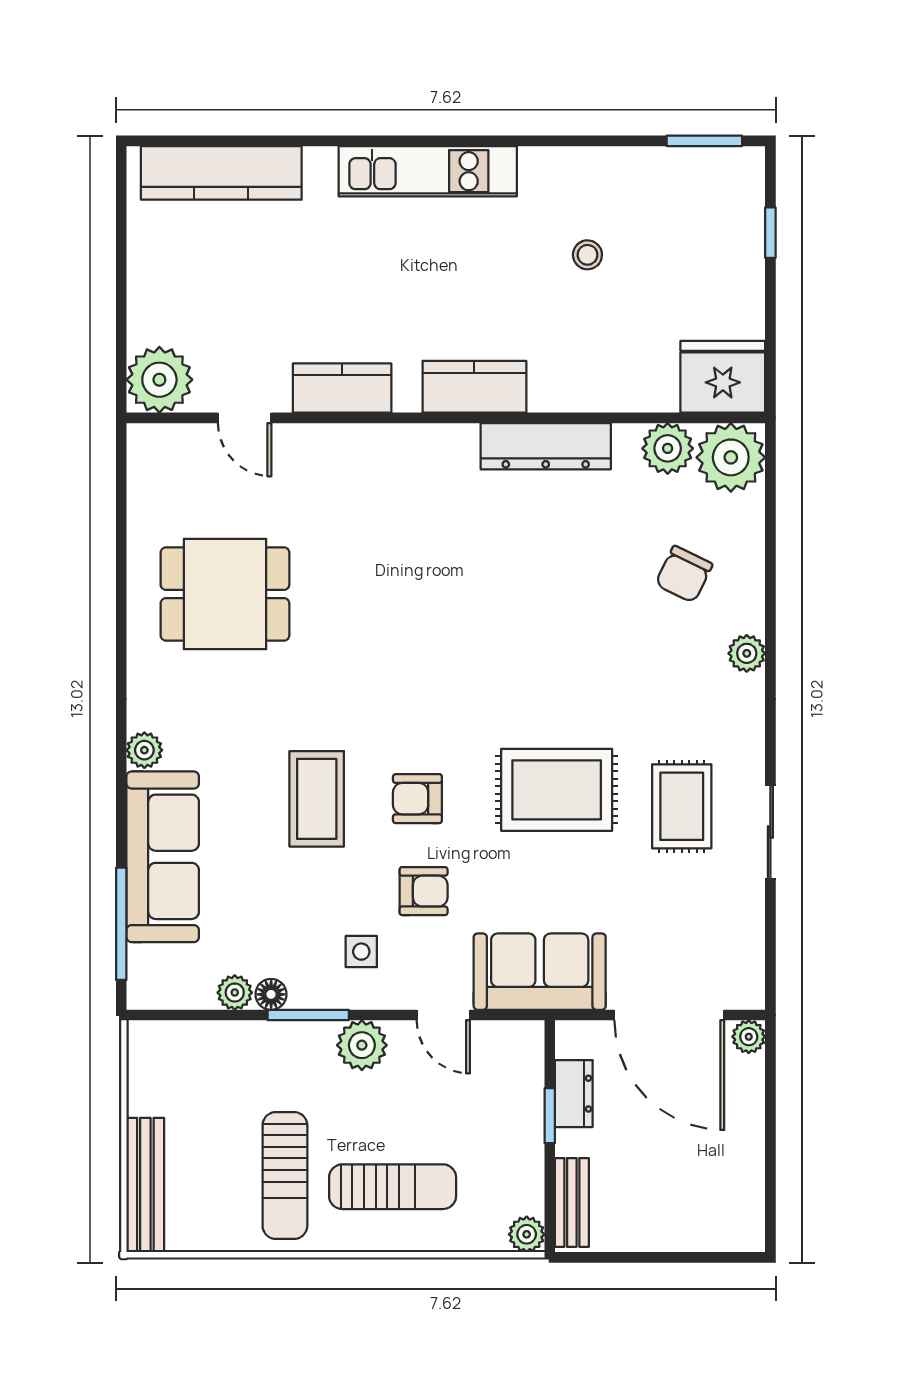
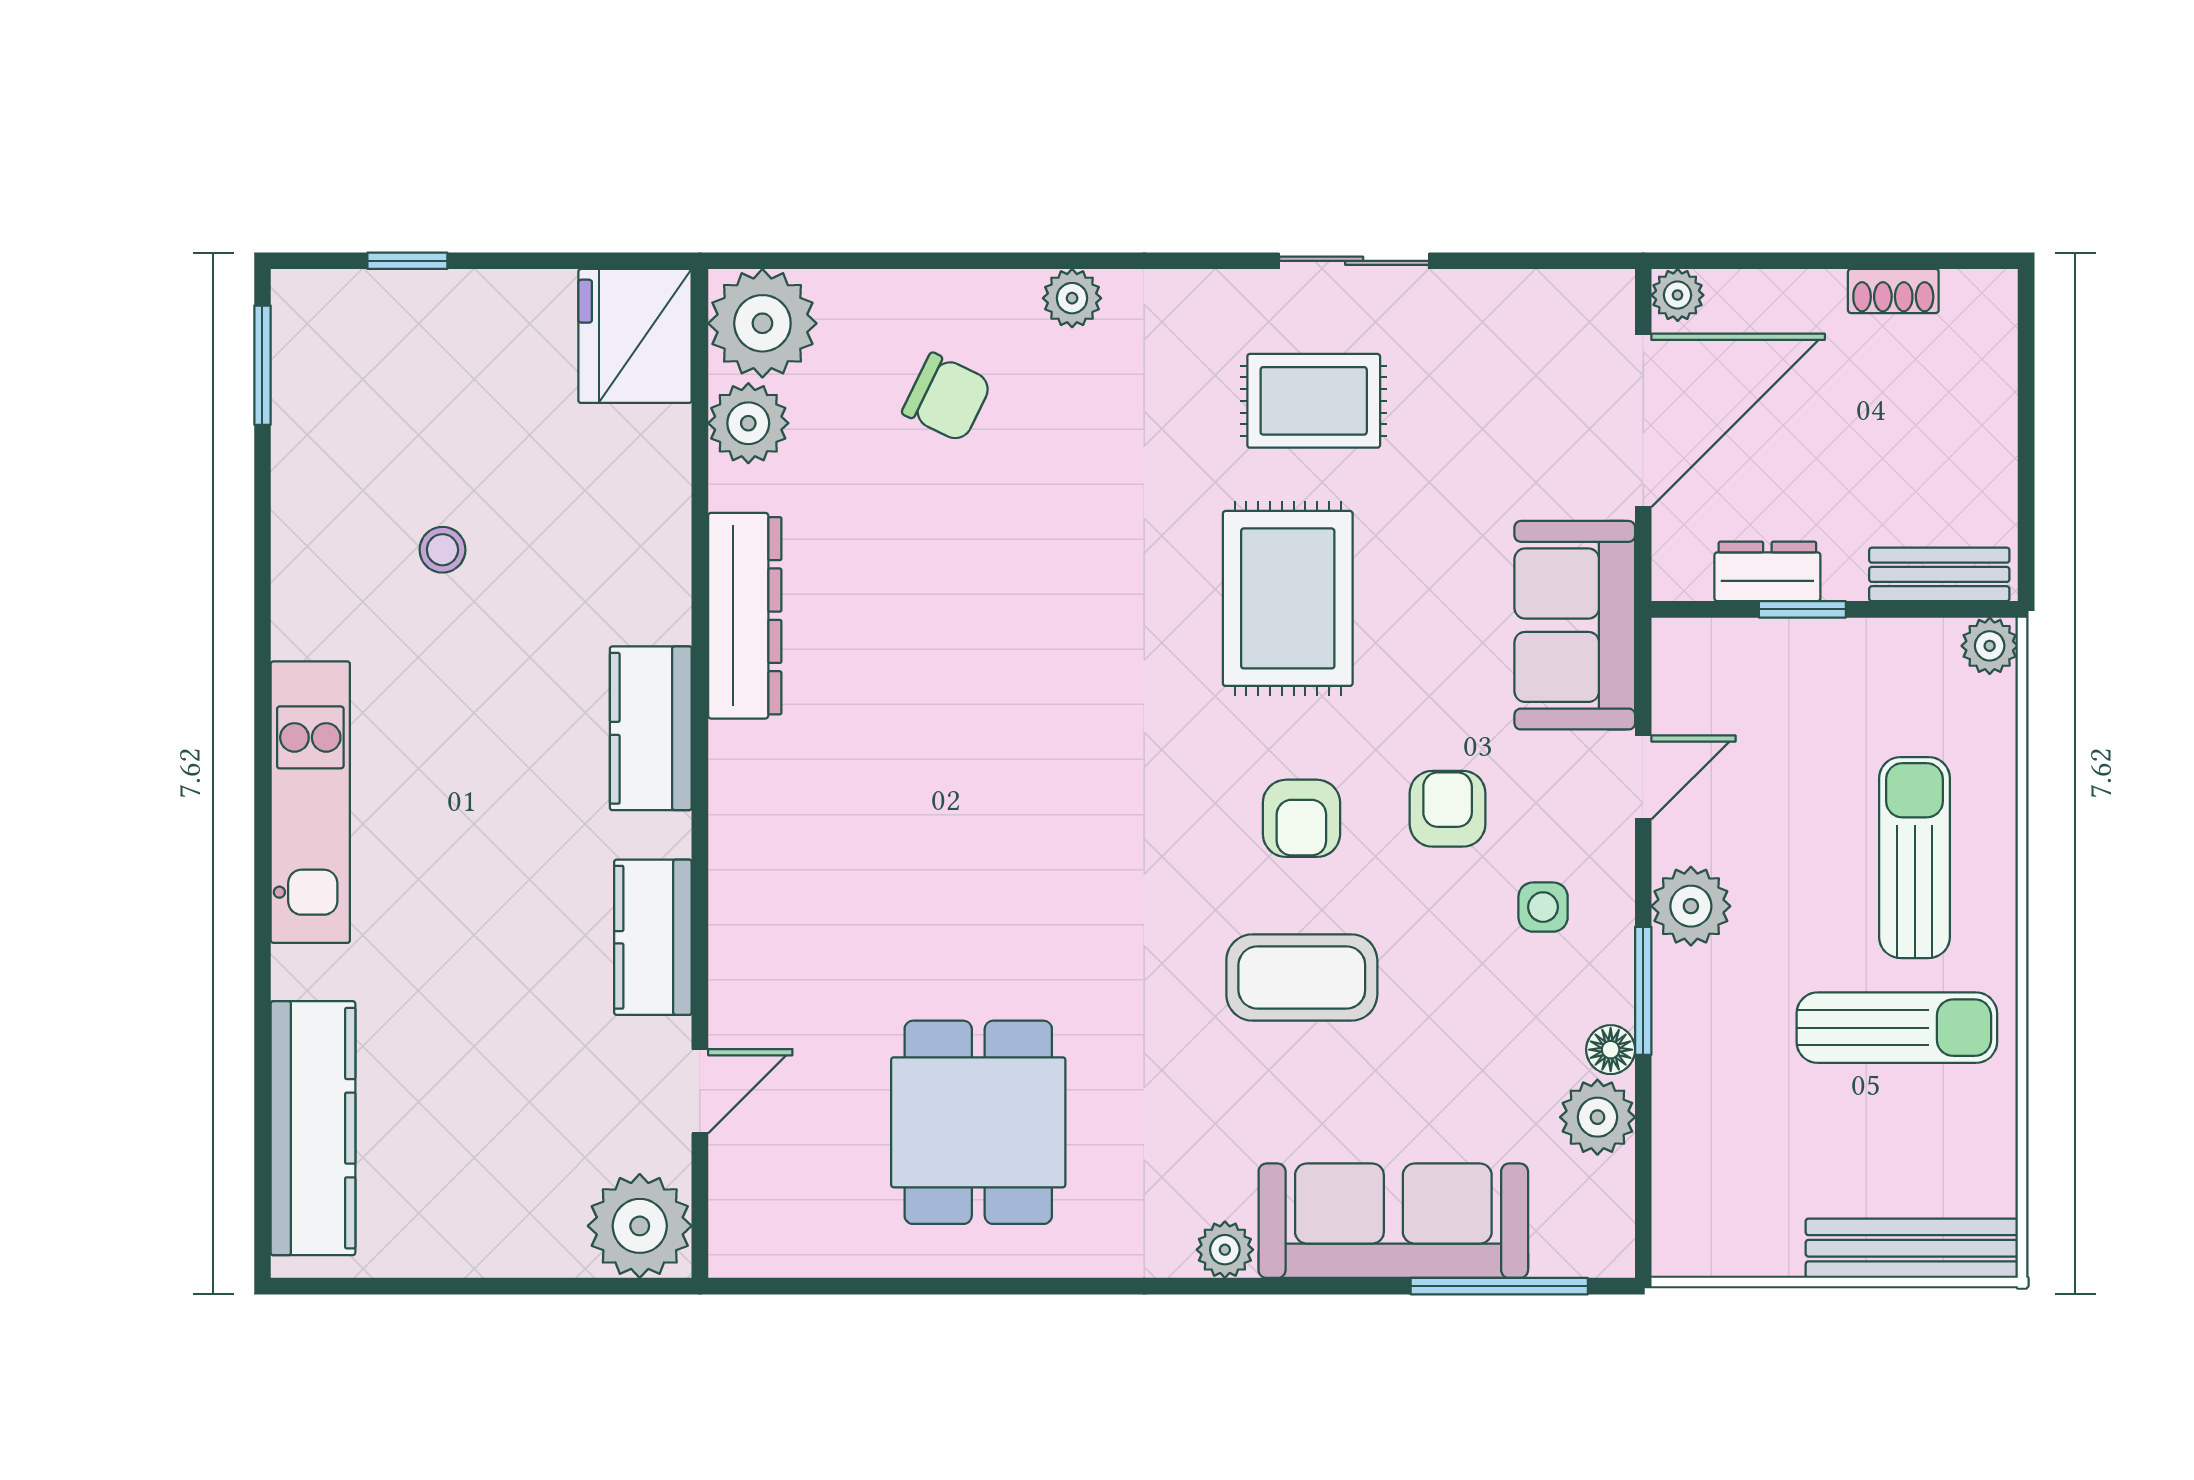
plant: (235, 993) -> (1597, 1117), width x1.38, depth x1.38
shoe rack: (751, 1173) -> (1893, 291), added

